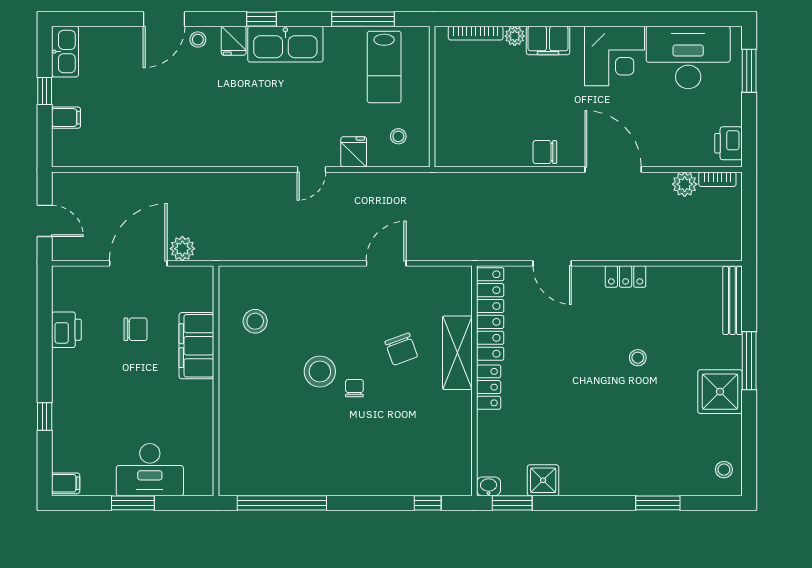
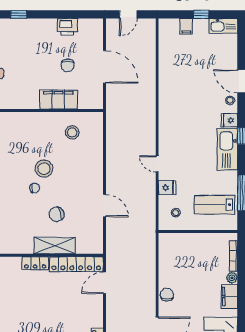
plant: (182, 249) -> (113, 92), removed
door: (552, 263) -> (105, 283), moved

